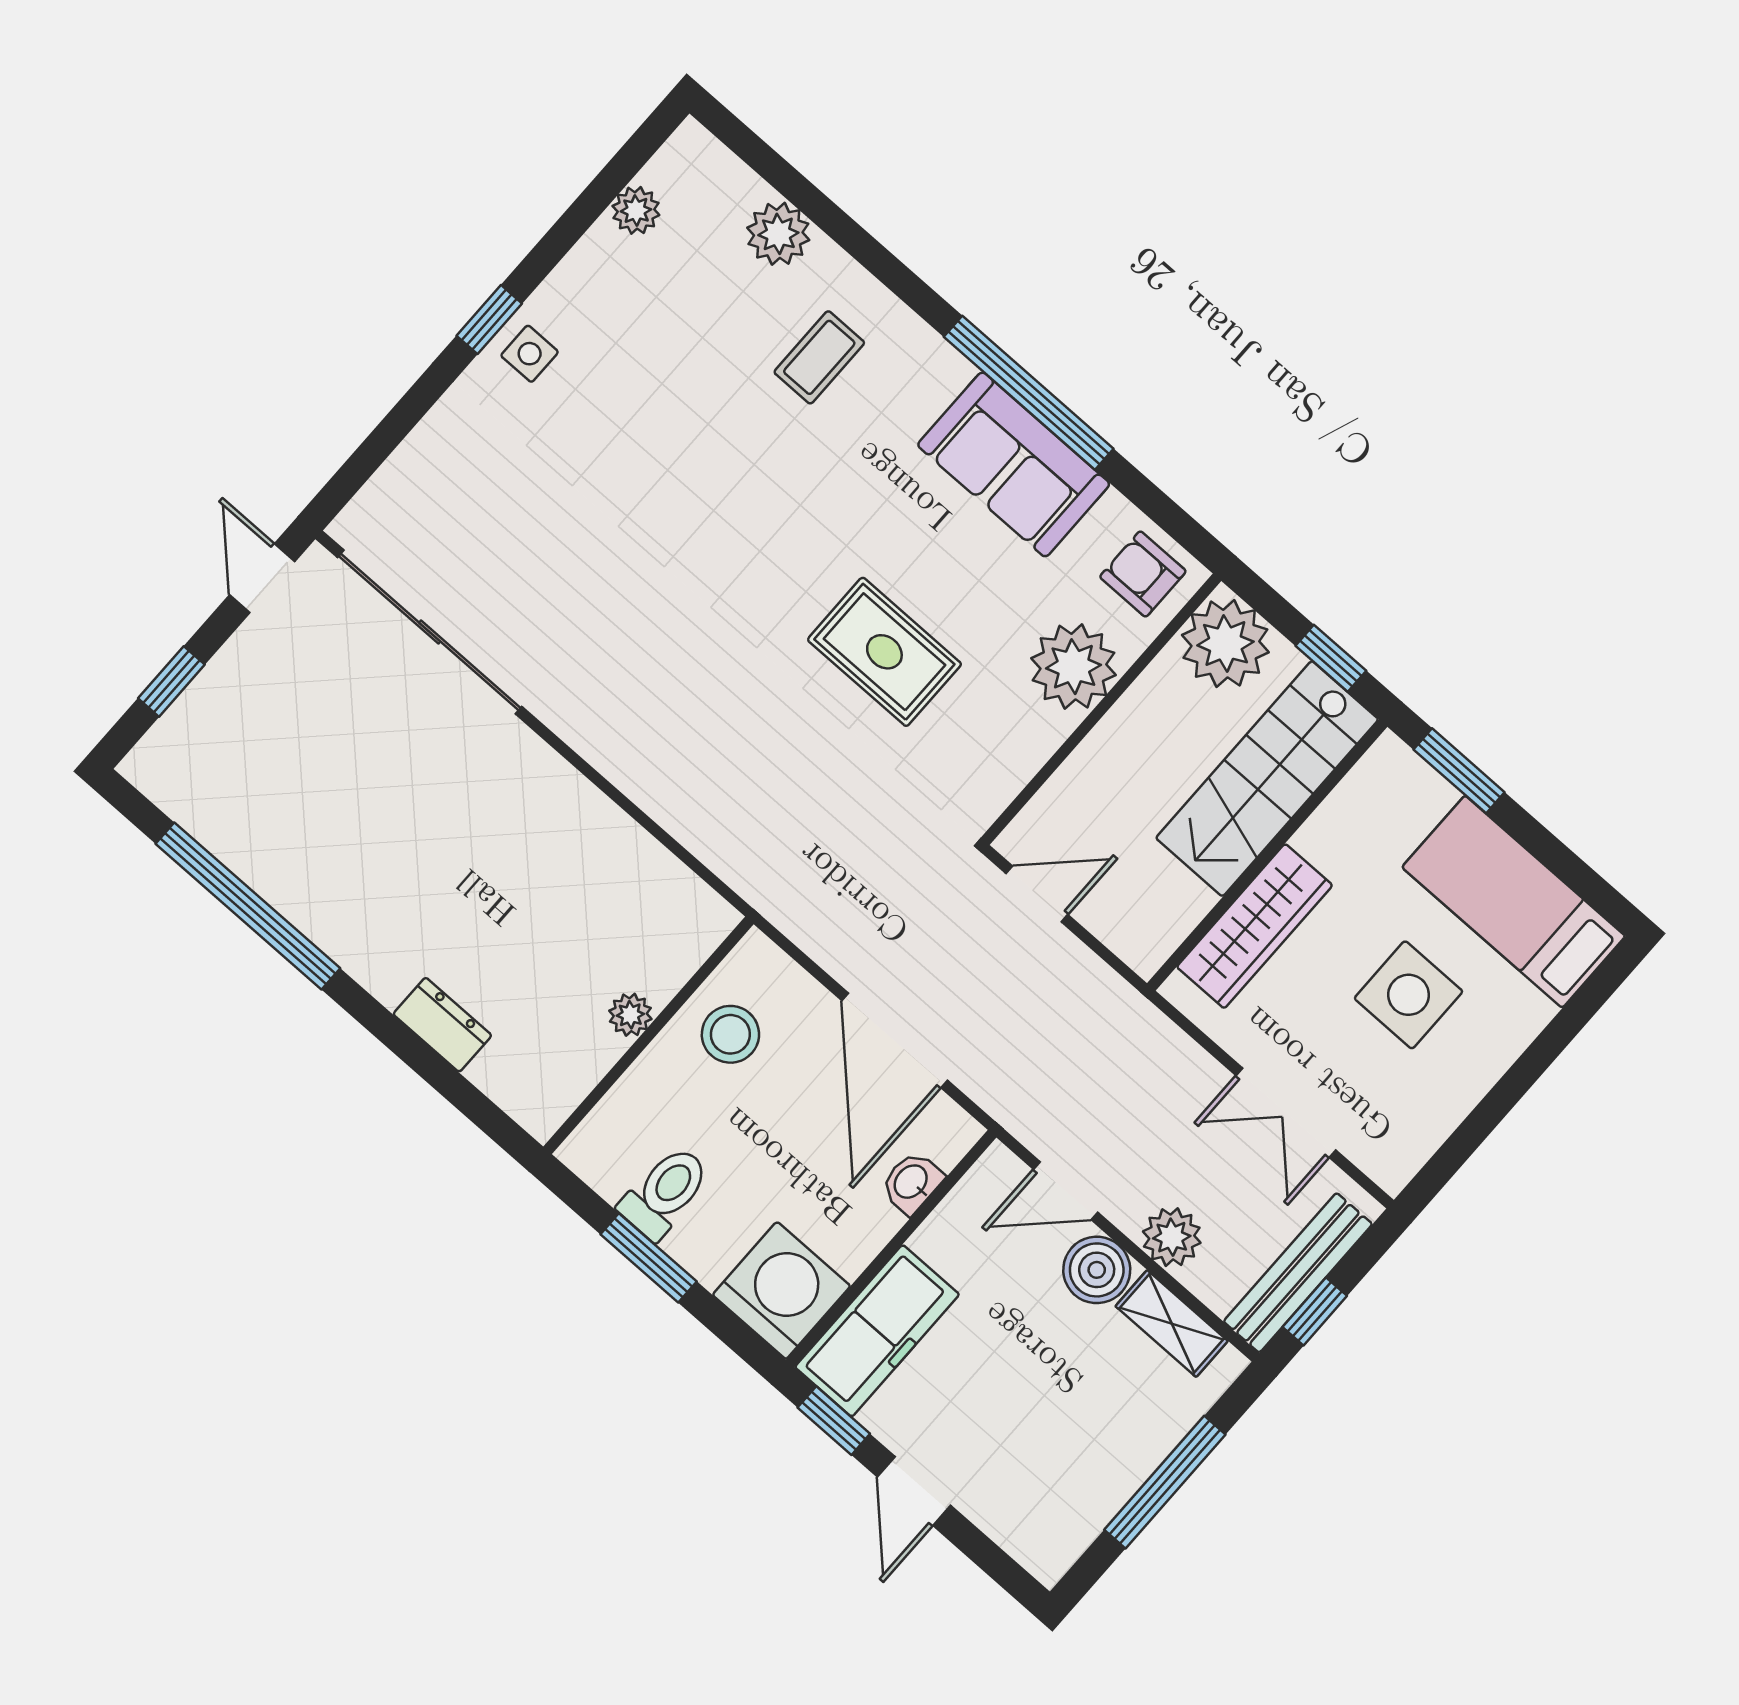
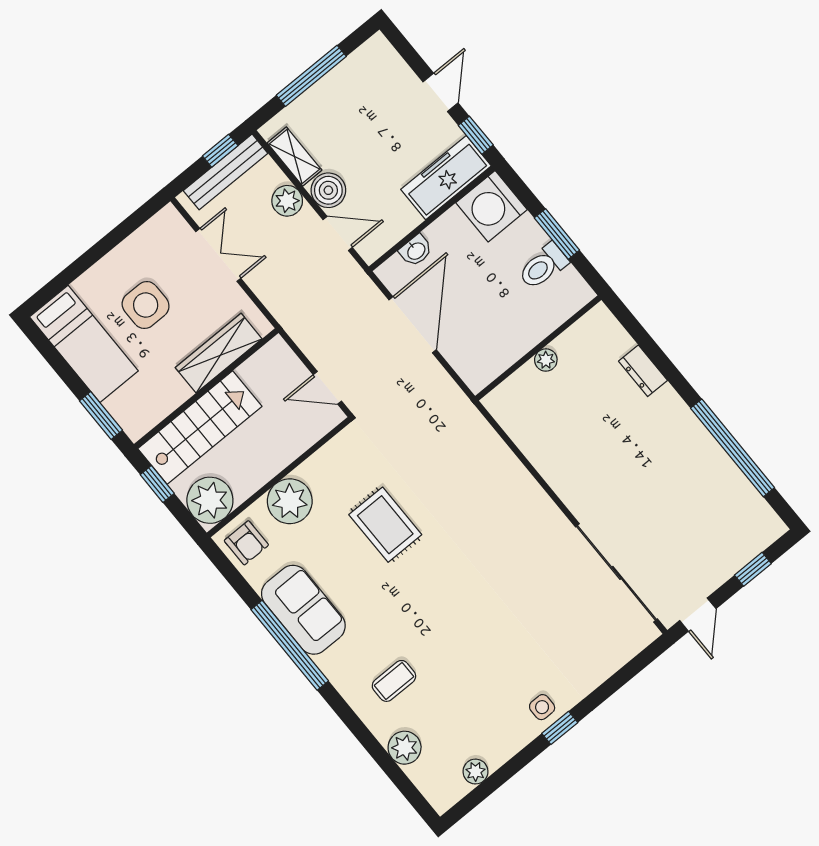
stool: (730, 1034) -> (496, 342), removed

